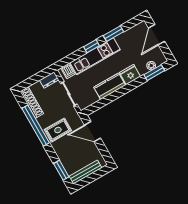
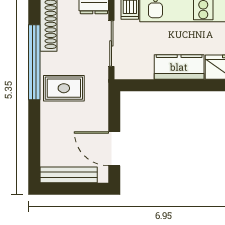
door: (93, 132) -> (114, 149), moved
window: (61, 170) -> (34, 151), removed

